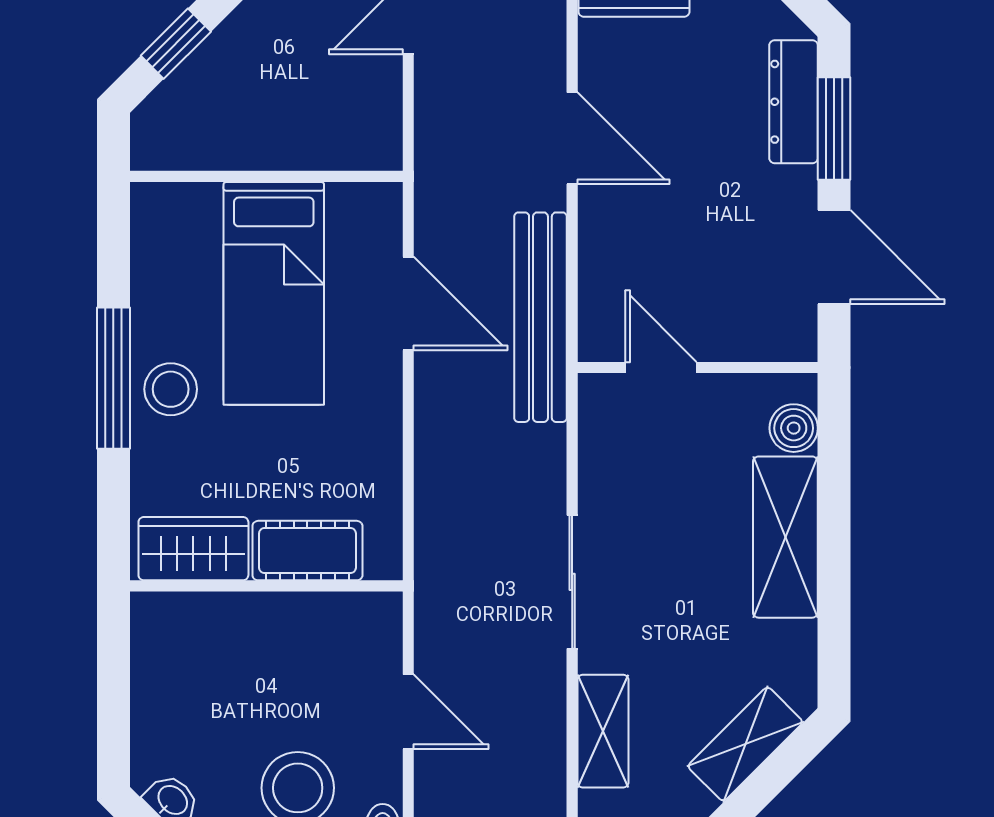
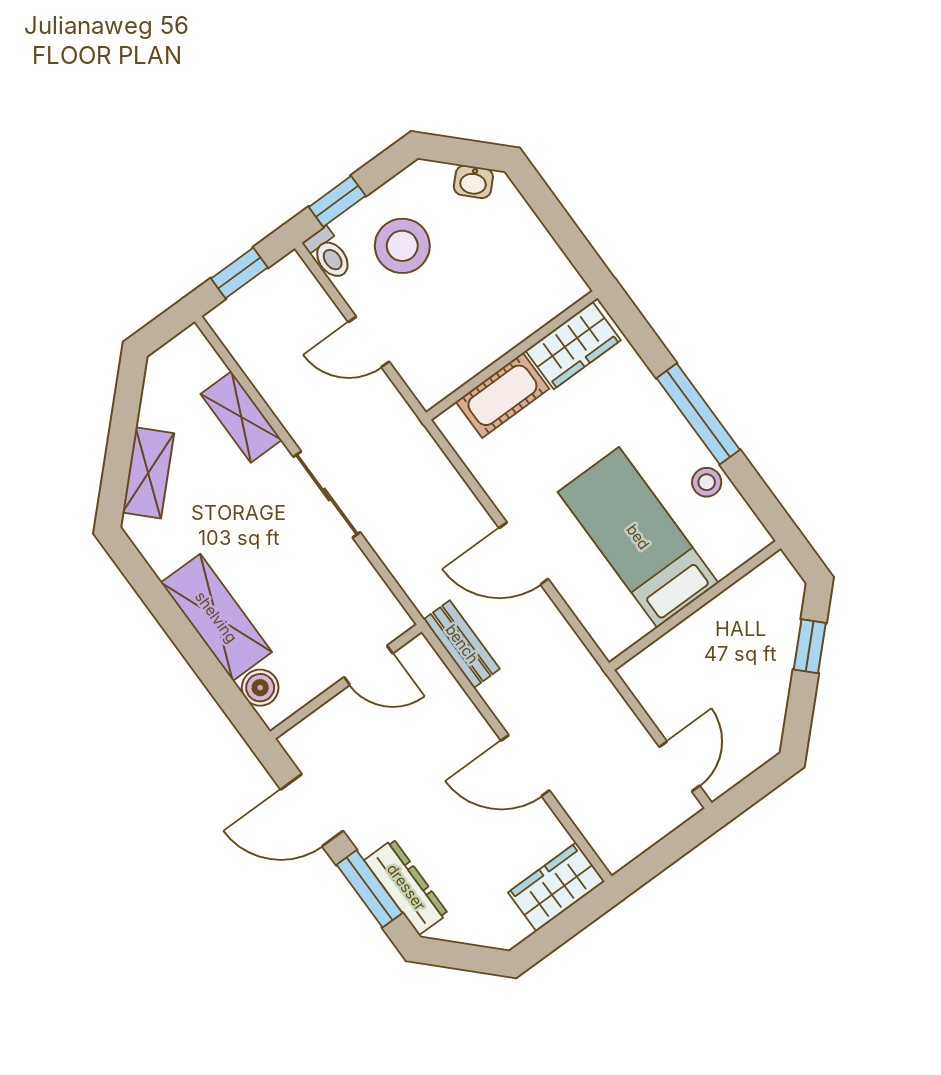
door: (408, 303) -> (524, 554), moved
bench: (540, 317) -> (462, 644), width x0.54, depth x0.82
stool: (171, 389) -> (707, 482), moved, width x0.73, depth x0.73

